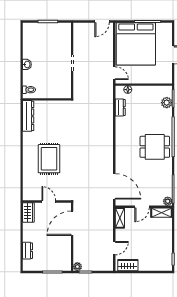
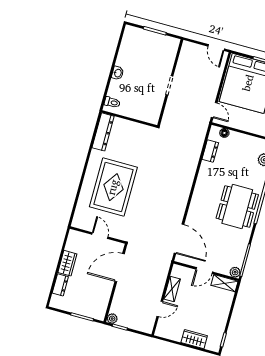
door: (102, 21) -> (216, 48), hinge flipped
dining table: (155, 147) -> (237, 206), width x1.38
rug: (49, 159) -> (113, 187), width x1.37, depth x1.44
wardrobe: (28, 212) -> (67, 263), moved
shelving: (120, 218) -> (172, 289), moved
wardrobe: (128, 265) -> (194, 339), moved

